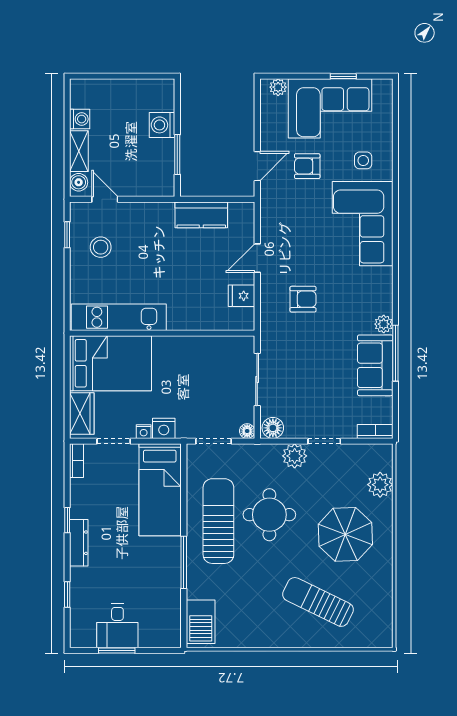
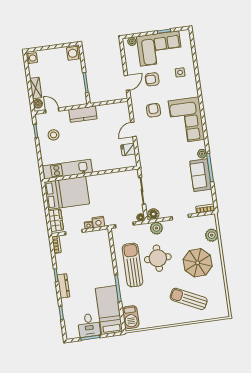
washing machine: (80, 119) -> (32, 58), moved
washing machine: (162, 125) -> (74, 53), moved
kitchen counter: (201, 215) -> (83, 114), moved
corner sofa: (363, 224) -> (187, 120), moved
armchair: (303, 299) -> (154, 110), moved, turned -91
plant: (295, 456) -> (156, 228), moved
bed: (160, 490) -> (109, 310), moved, turned 180

